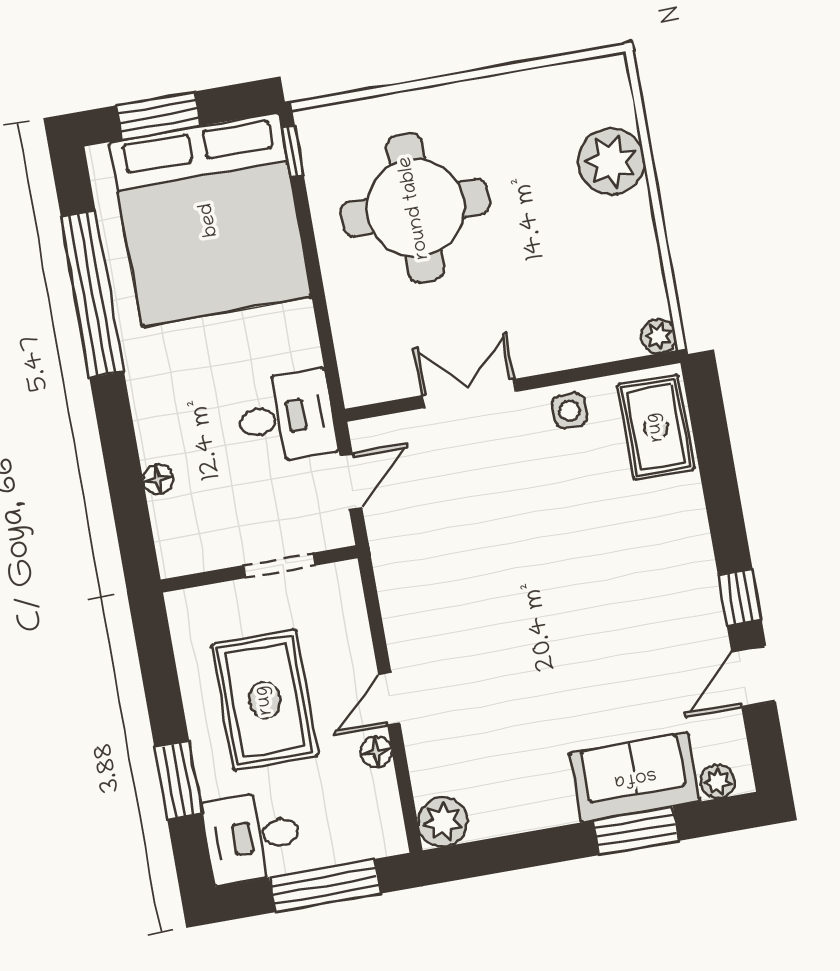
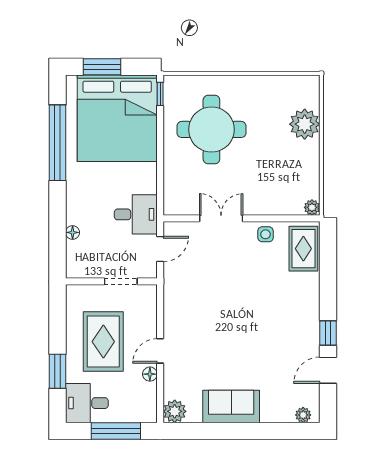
sofa: (635, 777) -> (231, 407), moved
window: (636, 831) -> (262, 431), removed

